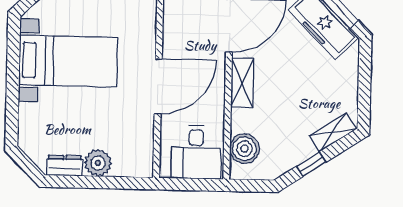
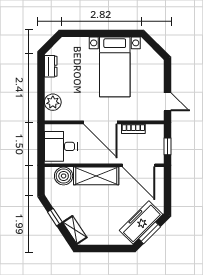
bookcase: (170, 33) -> (133, 129), added
shelving: (242, 83) -> (96, 176), width x1.50, depth x1.33
plant: (98, 163) -> (53, 102), moved

